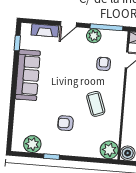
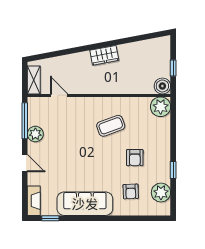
fireplace: (45, 30) -> (34, 201), moved
armchair: (104, 64) -> (131, 191), moved, turned -92

